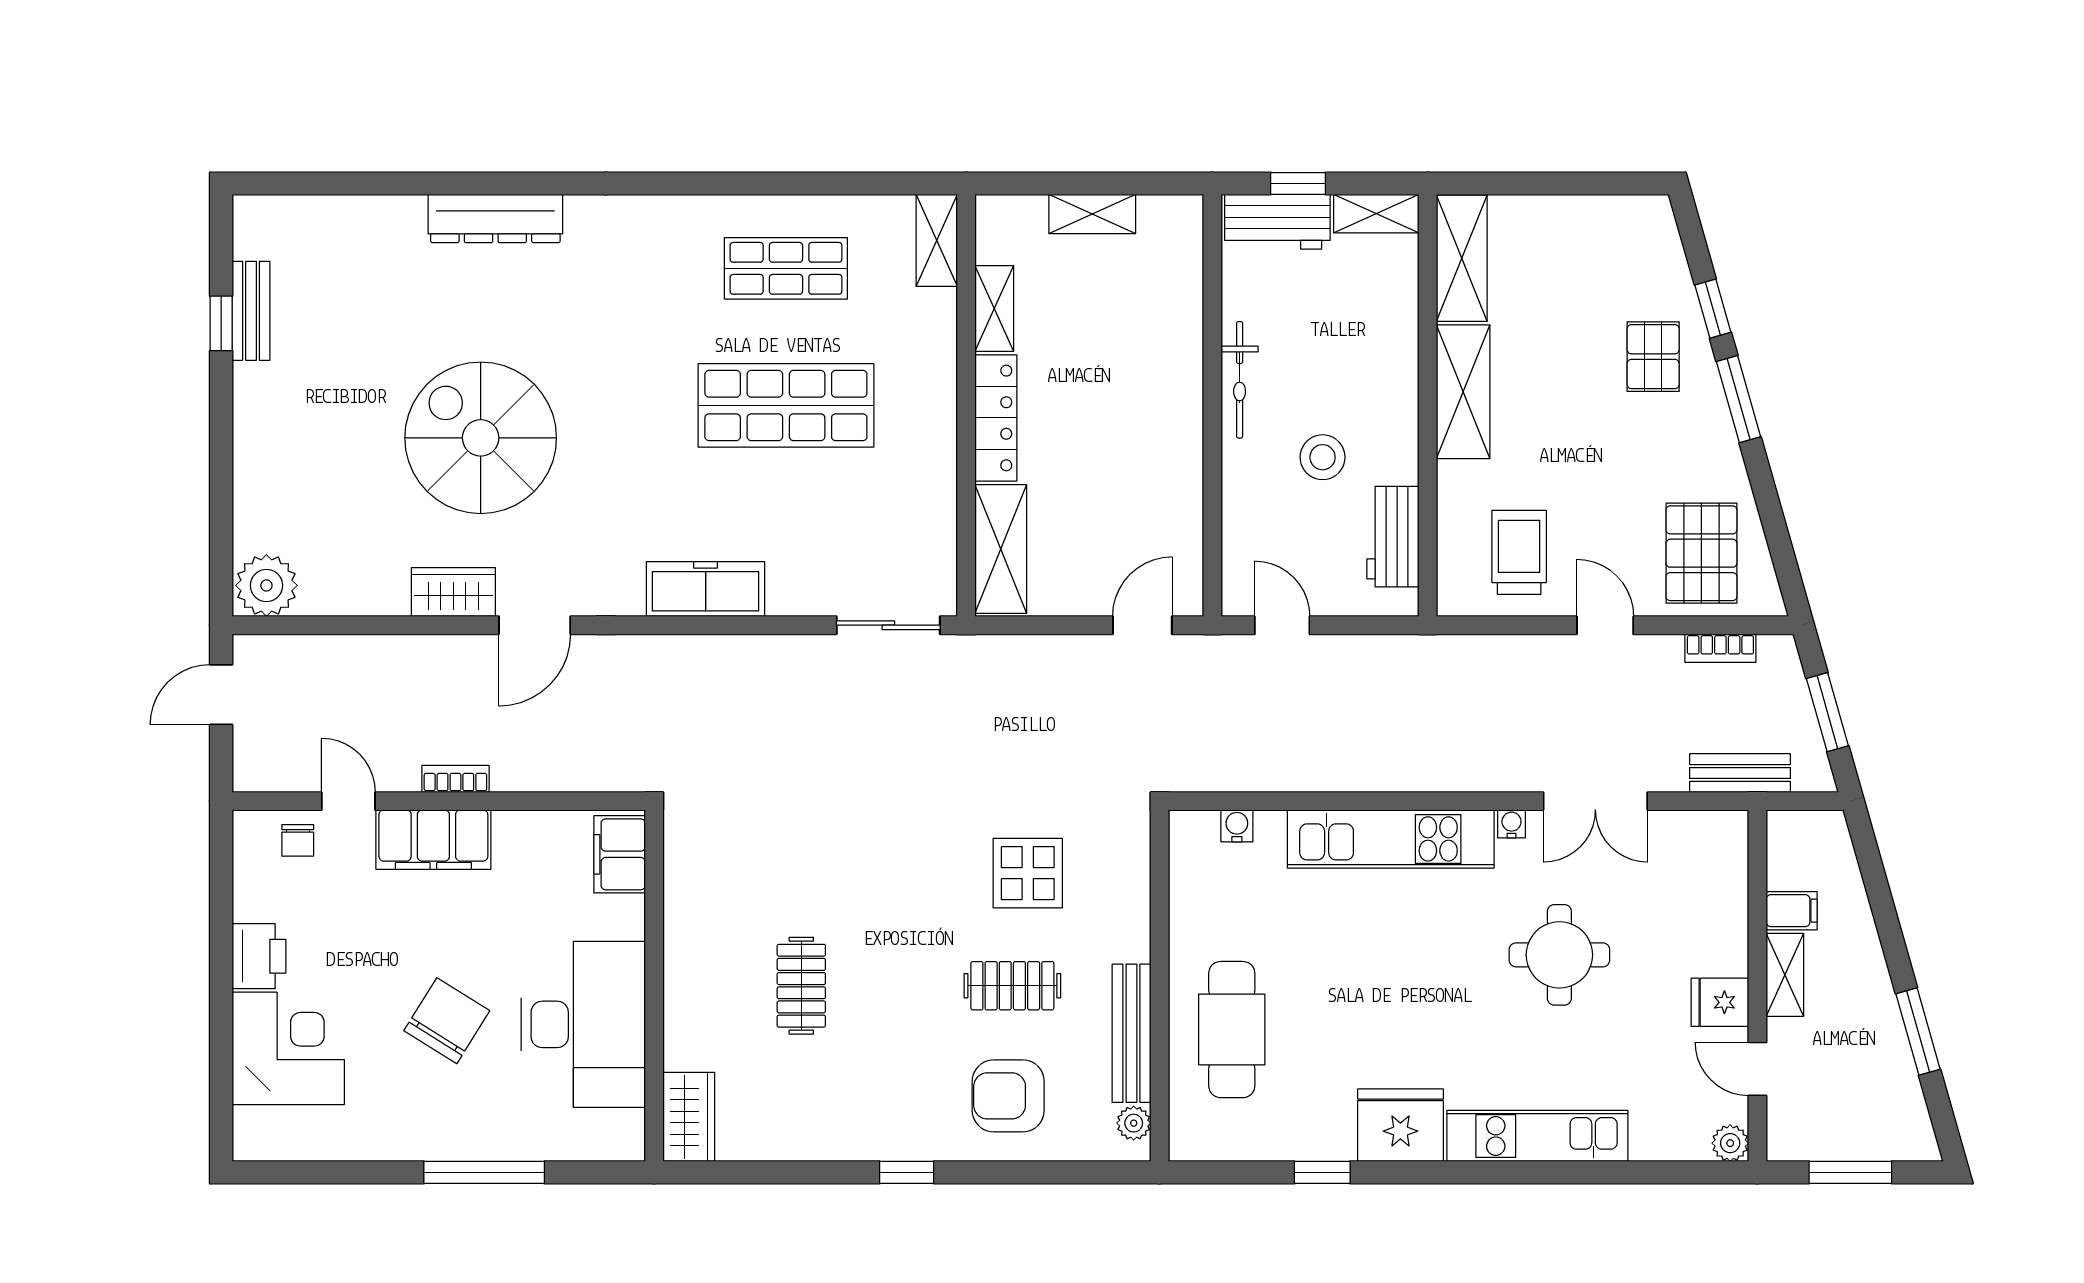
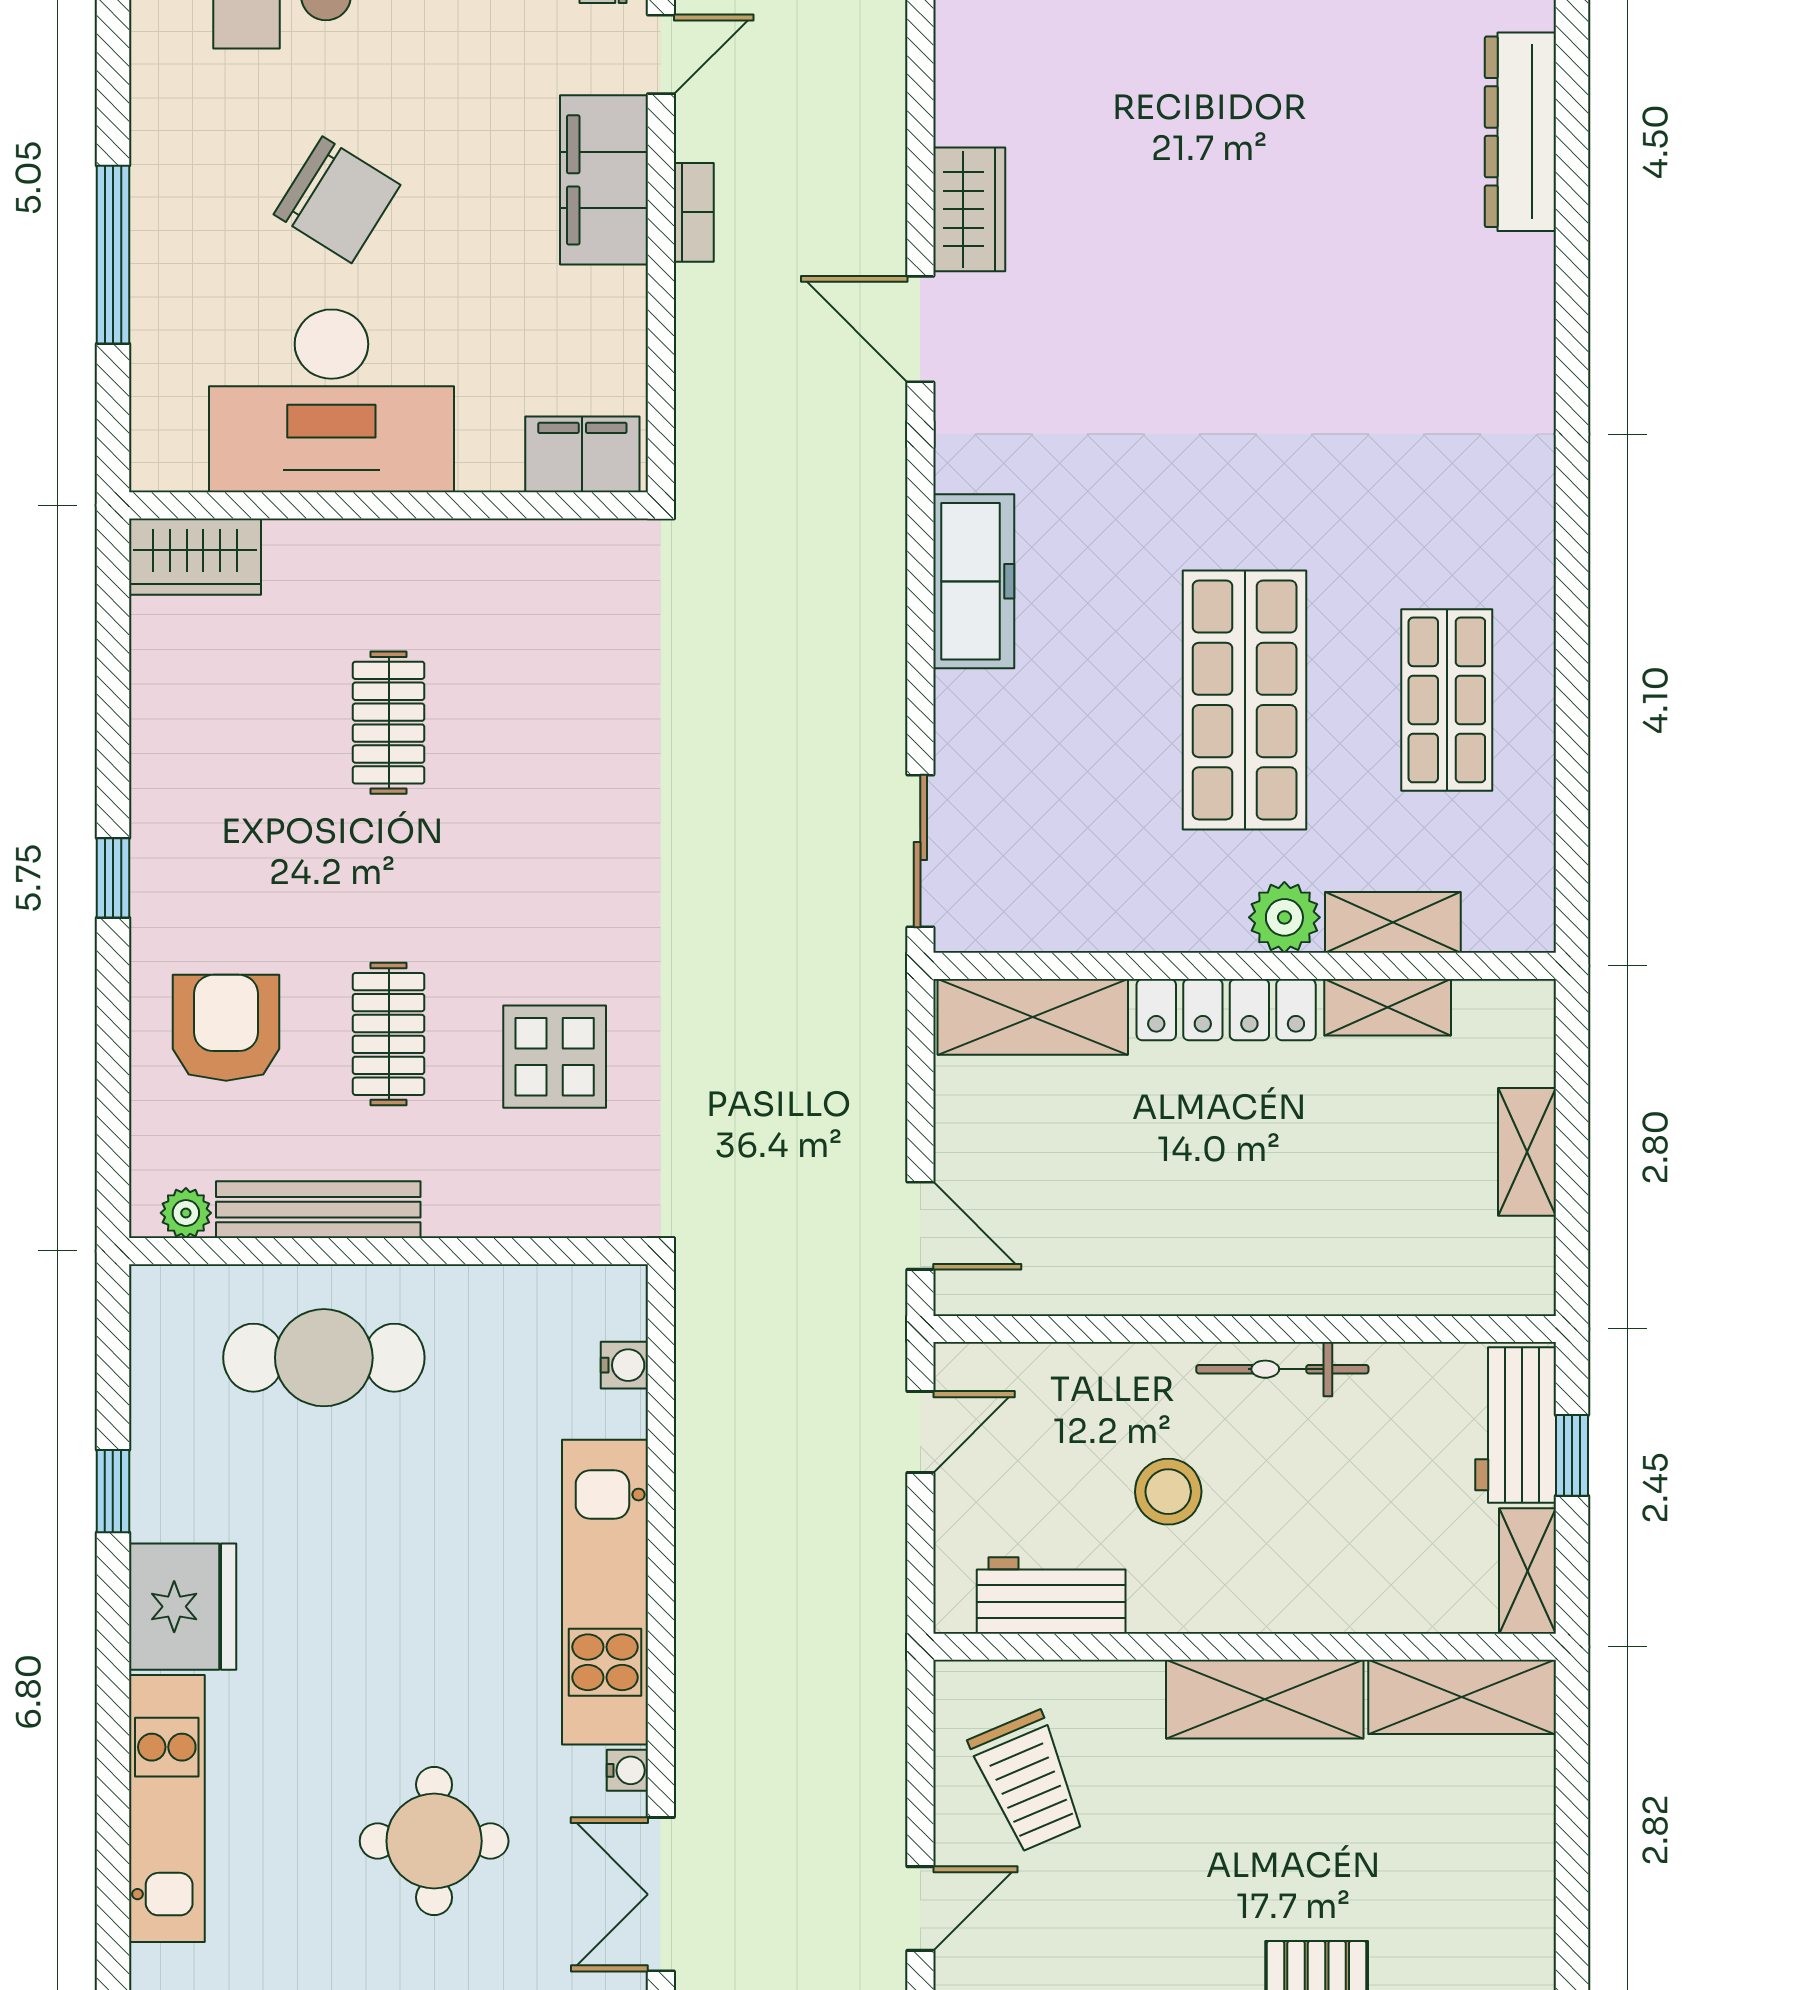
dresser: (495, 219) -> (1520, 132), moved
shelving: (937, 240) -> (1393, 922), moved
plant: (933, 378) -> (1284, 917), added
spiral stairs: (481, 438) -> (1197, 250), removed
trolley: (1519, 552) -> (1028, 1782), turned 67
clothes rail: (801, 986) -> (389, 723), turned 90

